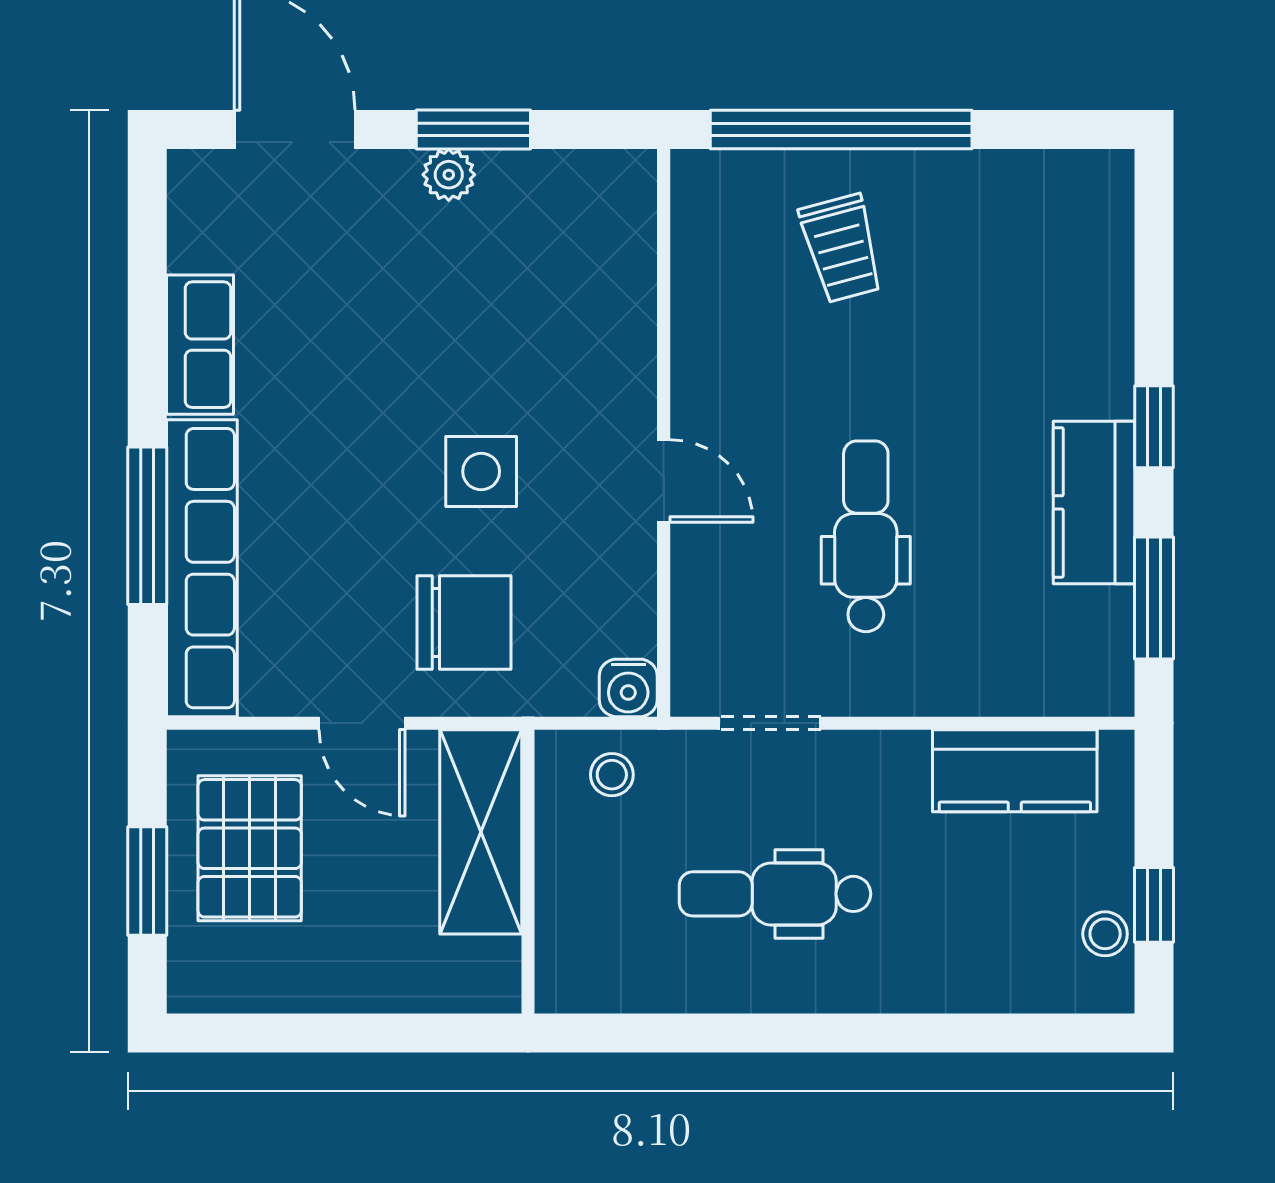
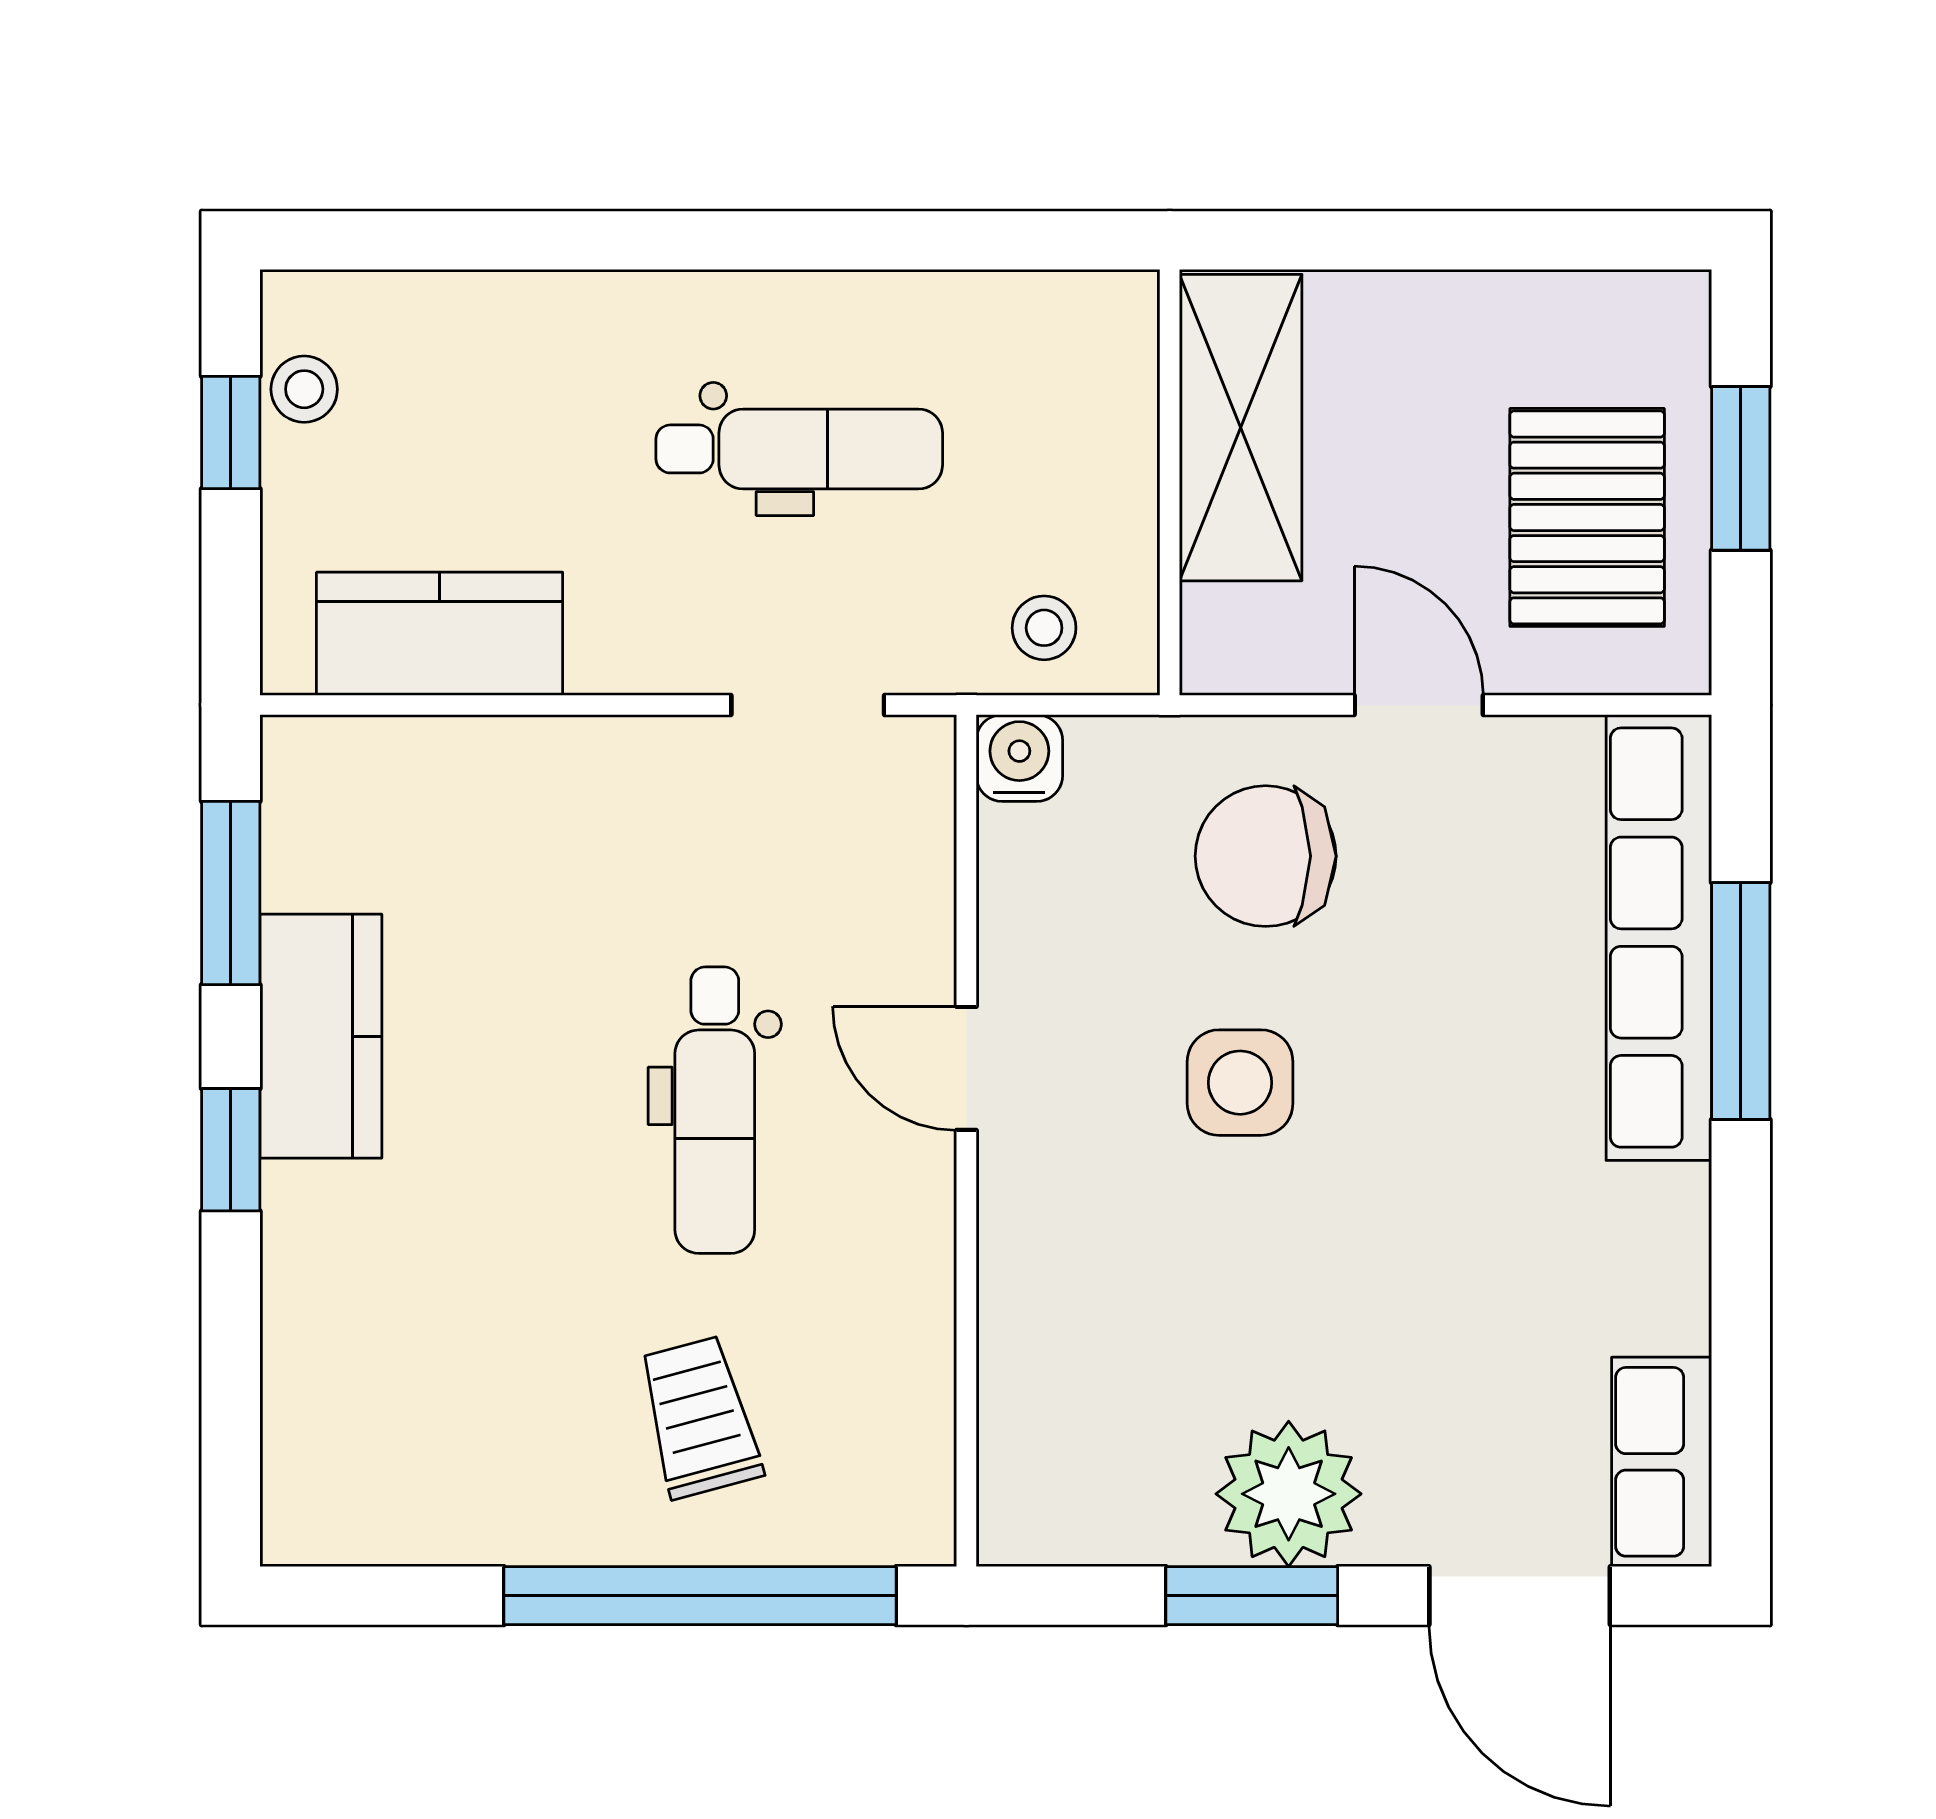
plant: (449, 175) -> (1289, 1494), width x1.87, depth x1.87
row of seats: (200, 345) -> (1662, 1462), moved
dental chair: (866, 536) -> (715, 1110), moved
shelving: (481, 832) -> (1241, 428), moved

